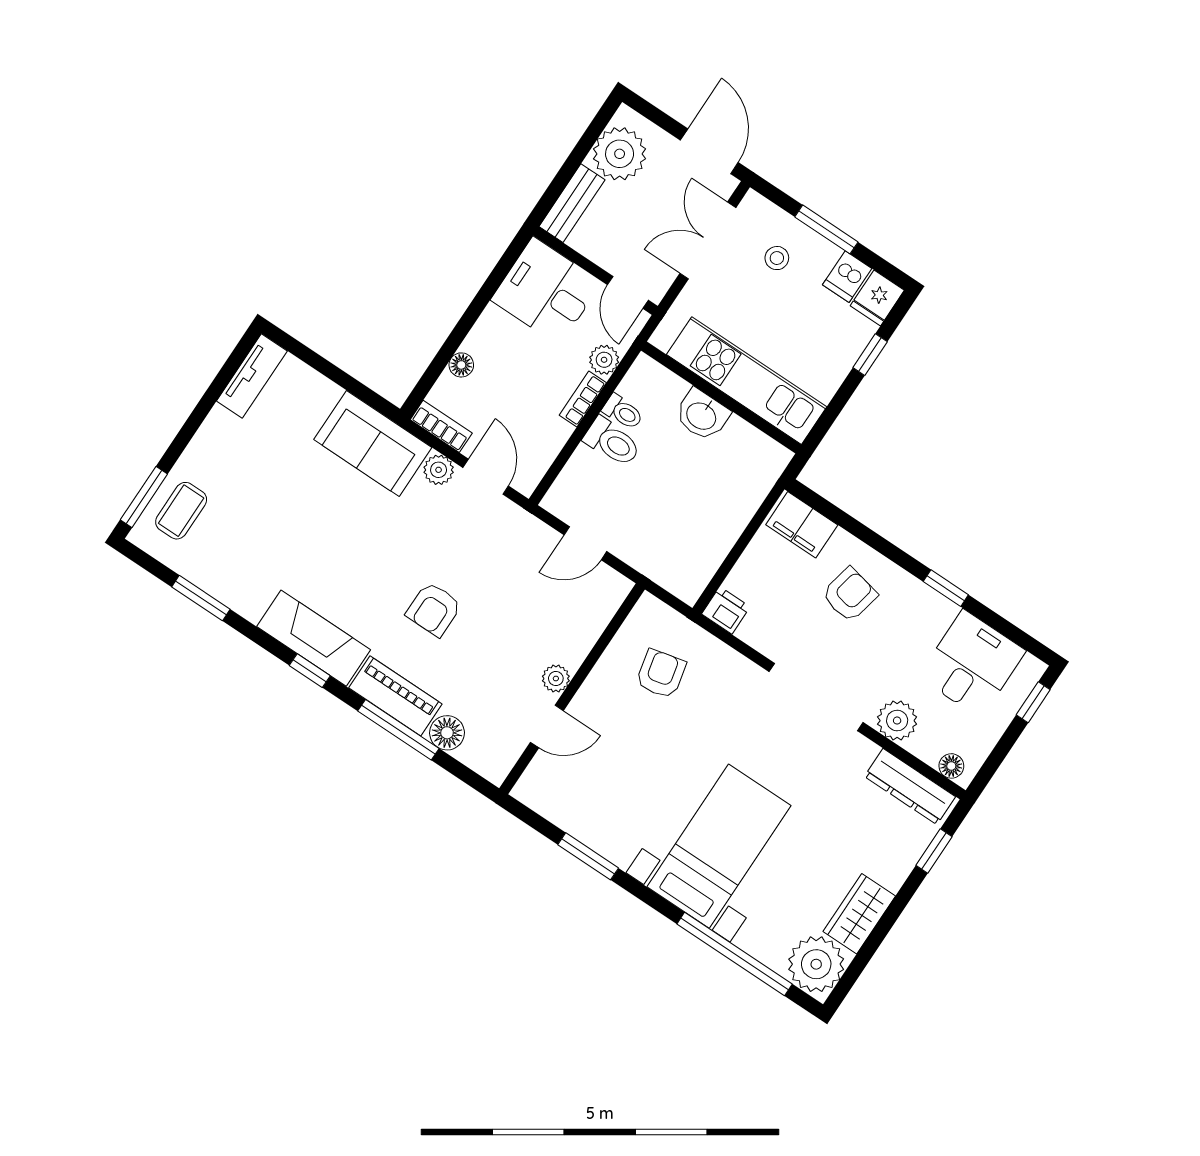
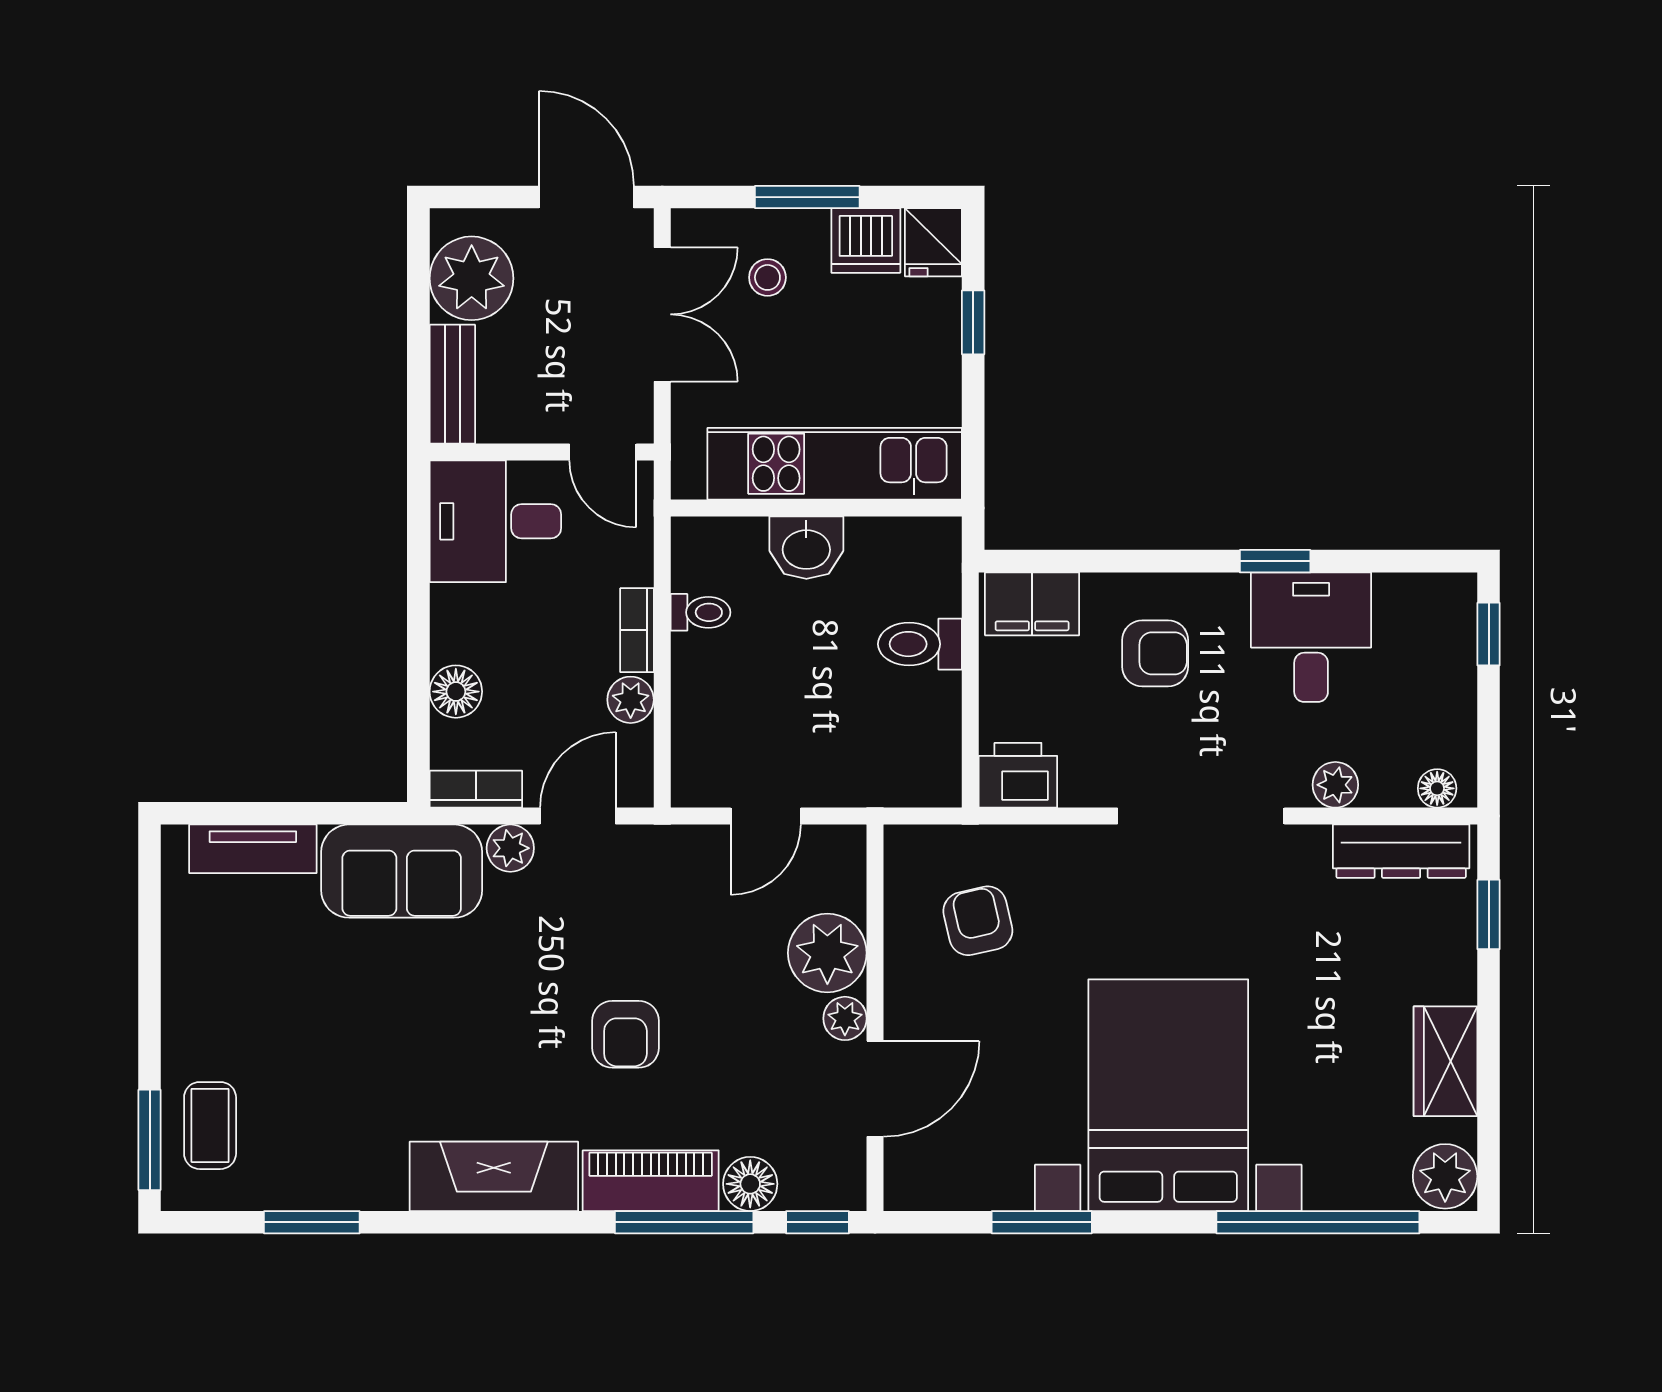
double door: (708, 240) -> (662, 314), swing flipped
dishwasher: (847, 277) -> (866, 241), width x1.38
plant: (604, 360) -> (631, 700), moved
floor lamp: (461, 365) -> (456, 692), width x1.37, depth x1.37
tv unit: (252, 376) -> (253, 849), moved, turned 90
toilet: (612, 442) -> (920, 644), moved, turned 180
door: (486, 477) -> (578, 816), hinge flipped
armchair: (850, 595) -> (1155, 653), turned 78
printer: (726, 610) -> (1018, 775), width x1.36, depth x1.24
plant: (570, 638) -> (827, 953), added
desk: (972, 664) -> (1311, 637), moved
window: (310, 671) -> (818, 1222), moved
plant: (897, 721) -> (1335, 785), width x0.73, depth x0.73
door: (547, 726) -> (875, 1089), width x1.38
bed with nightstands: (719, 846) -> (1168, 1095), width x1.36
plant: (816, 964) -> (1445, 1176), width x0.73, depth x0.73

